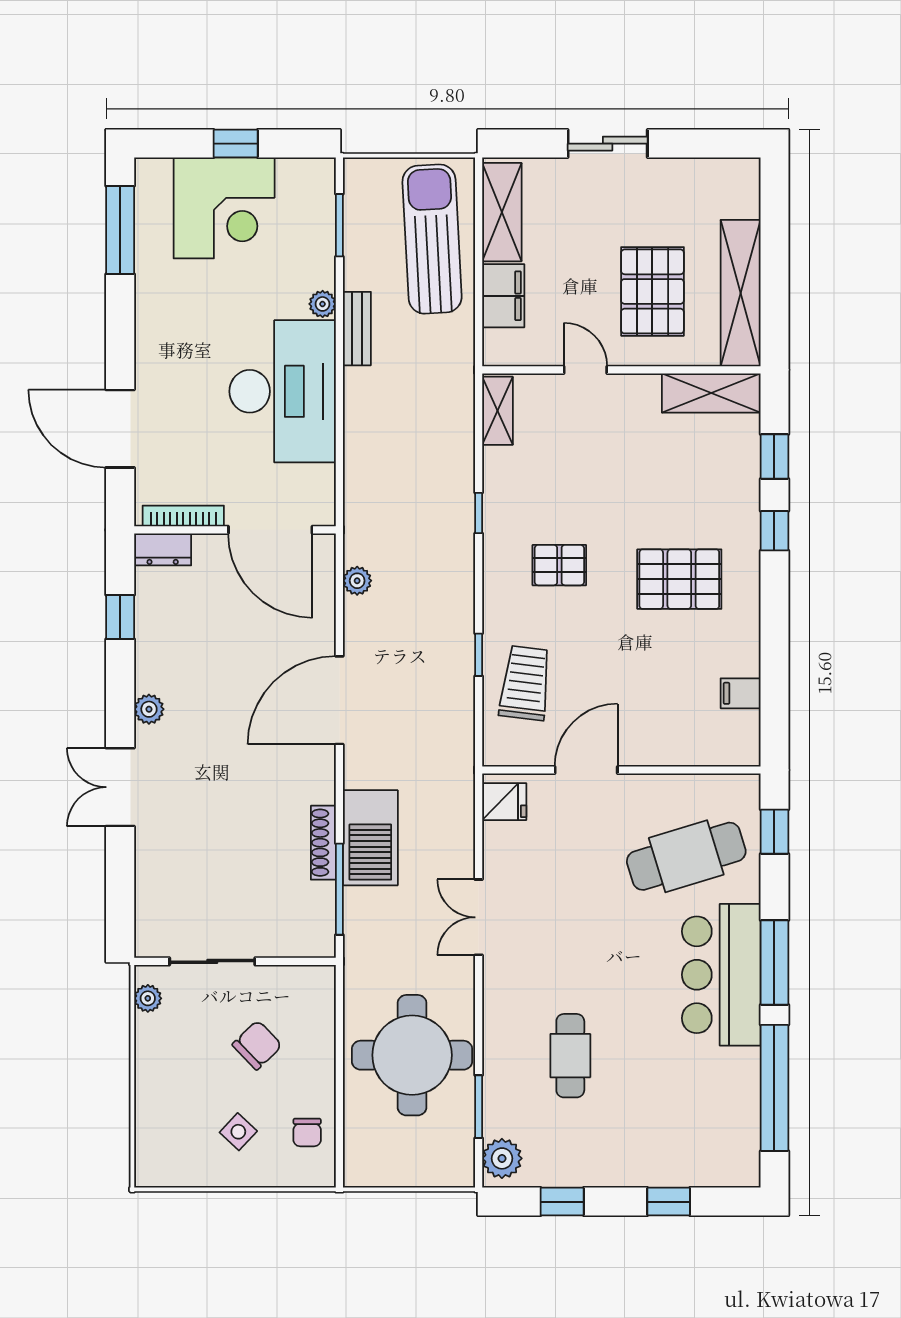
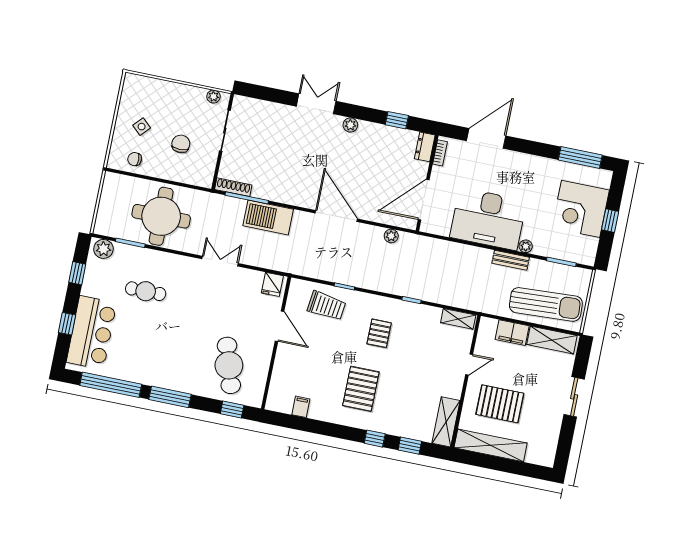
bookcase: (183, 516) -> (440, 153), width x0.64
shoe rack: (323, 843) -> (233, 187), moved
bar counter: (721, 975) -> (91, 333), moved, turned 90
chair: (257, 1045) -> (181, 144), turned -136

